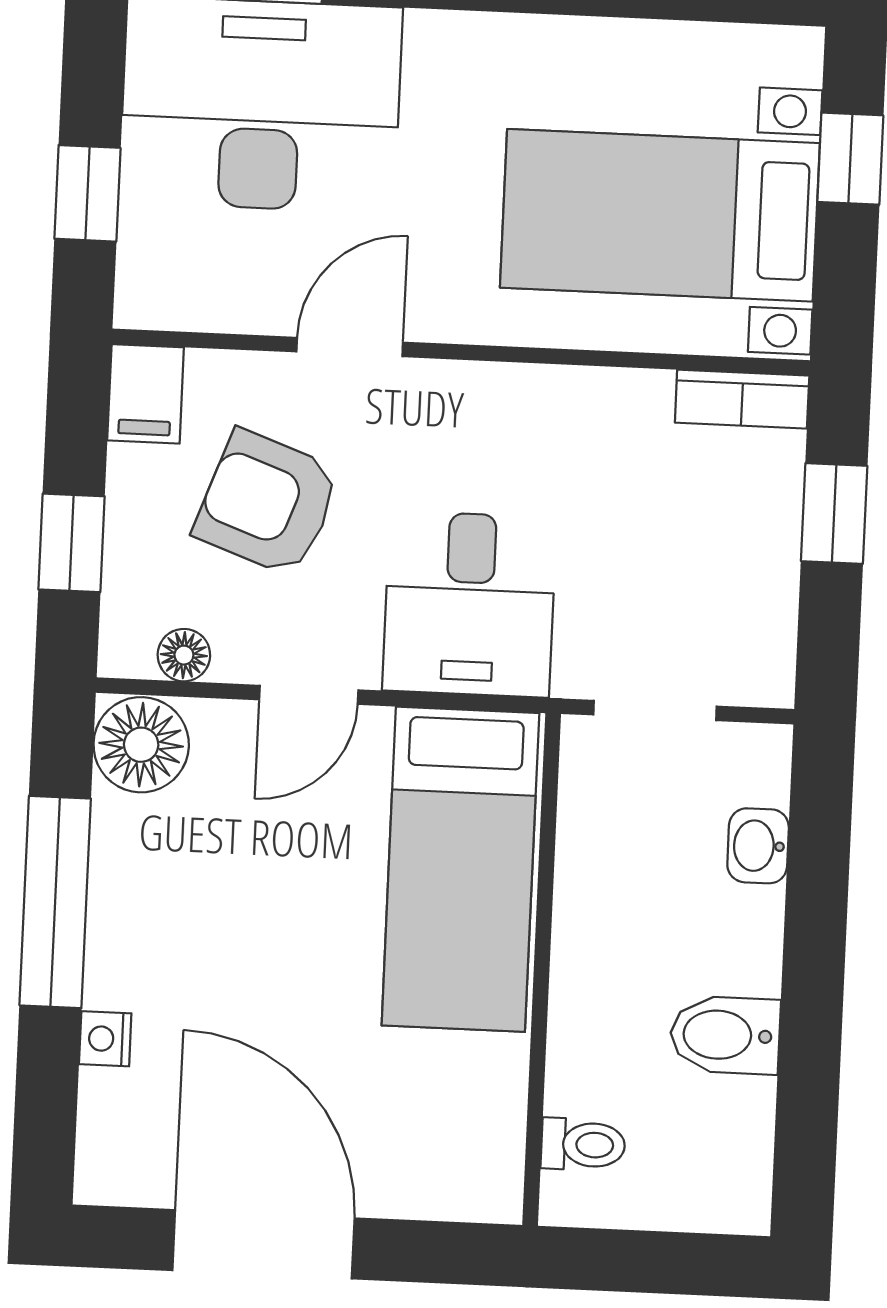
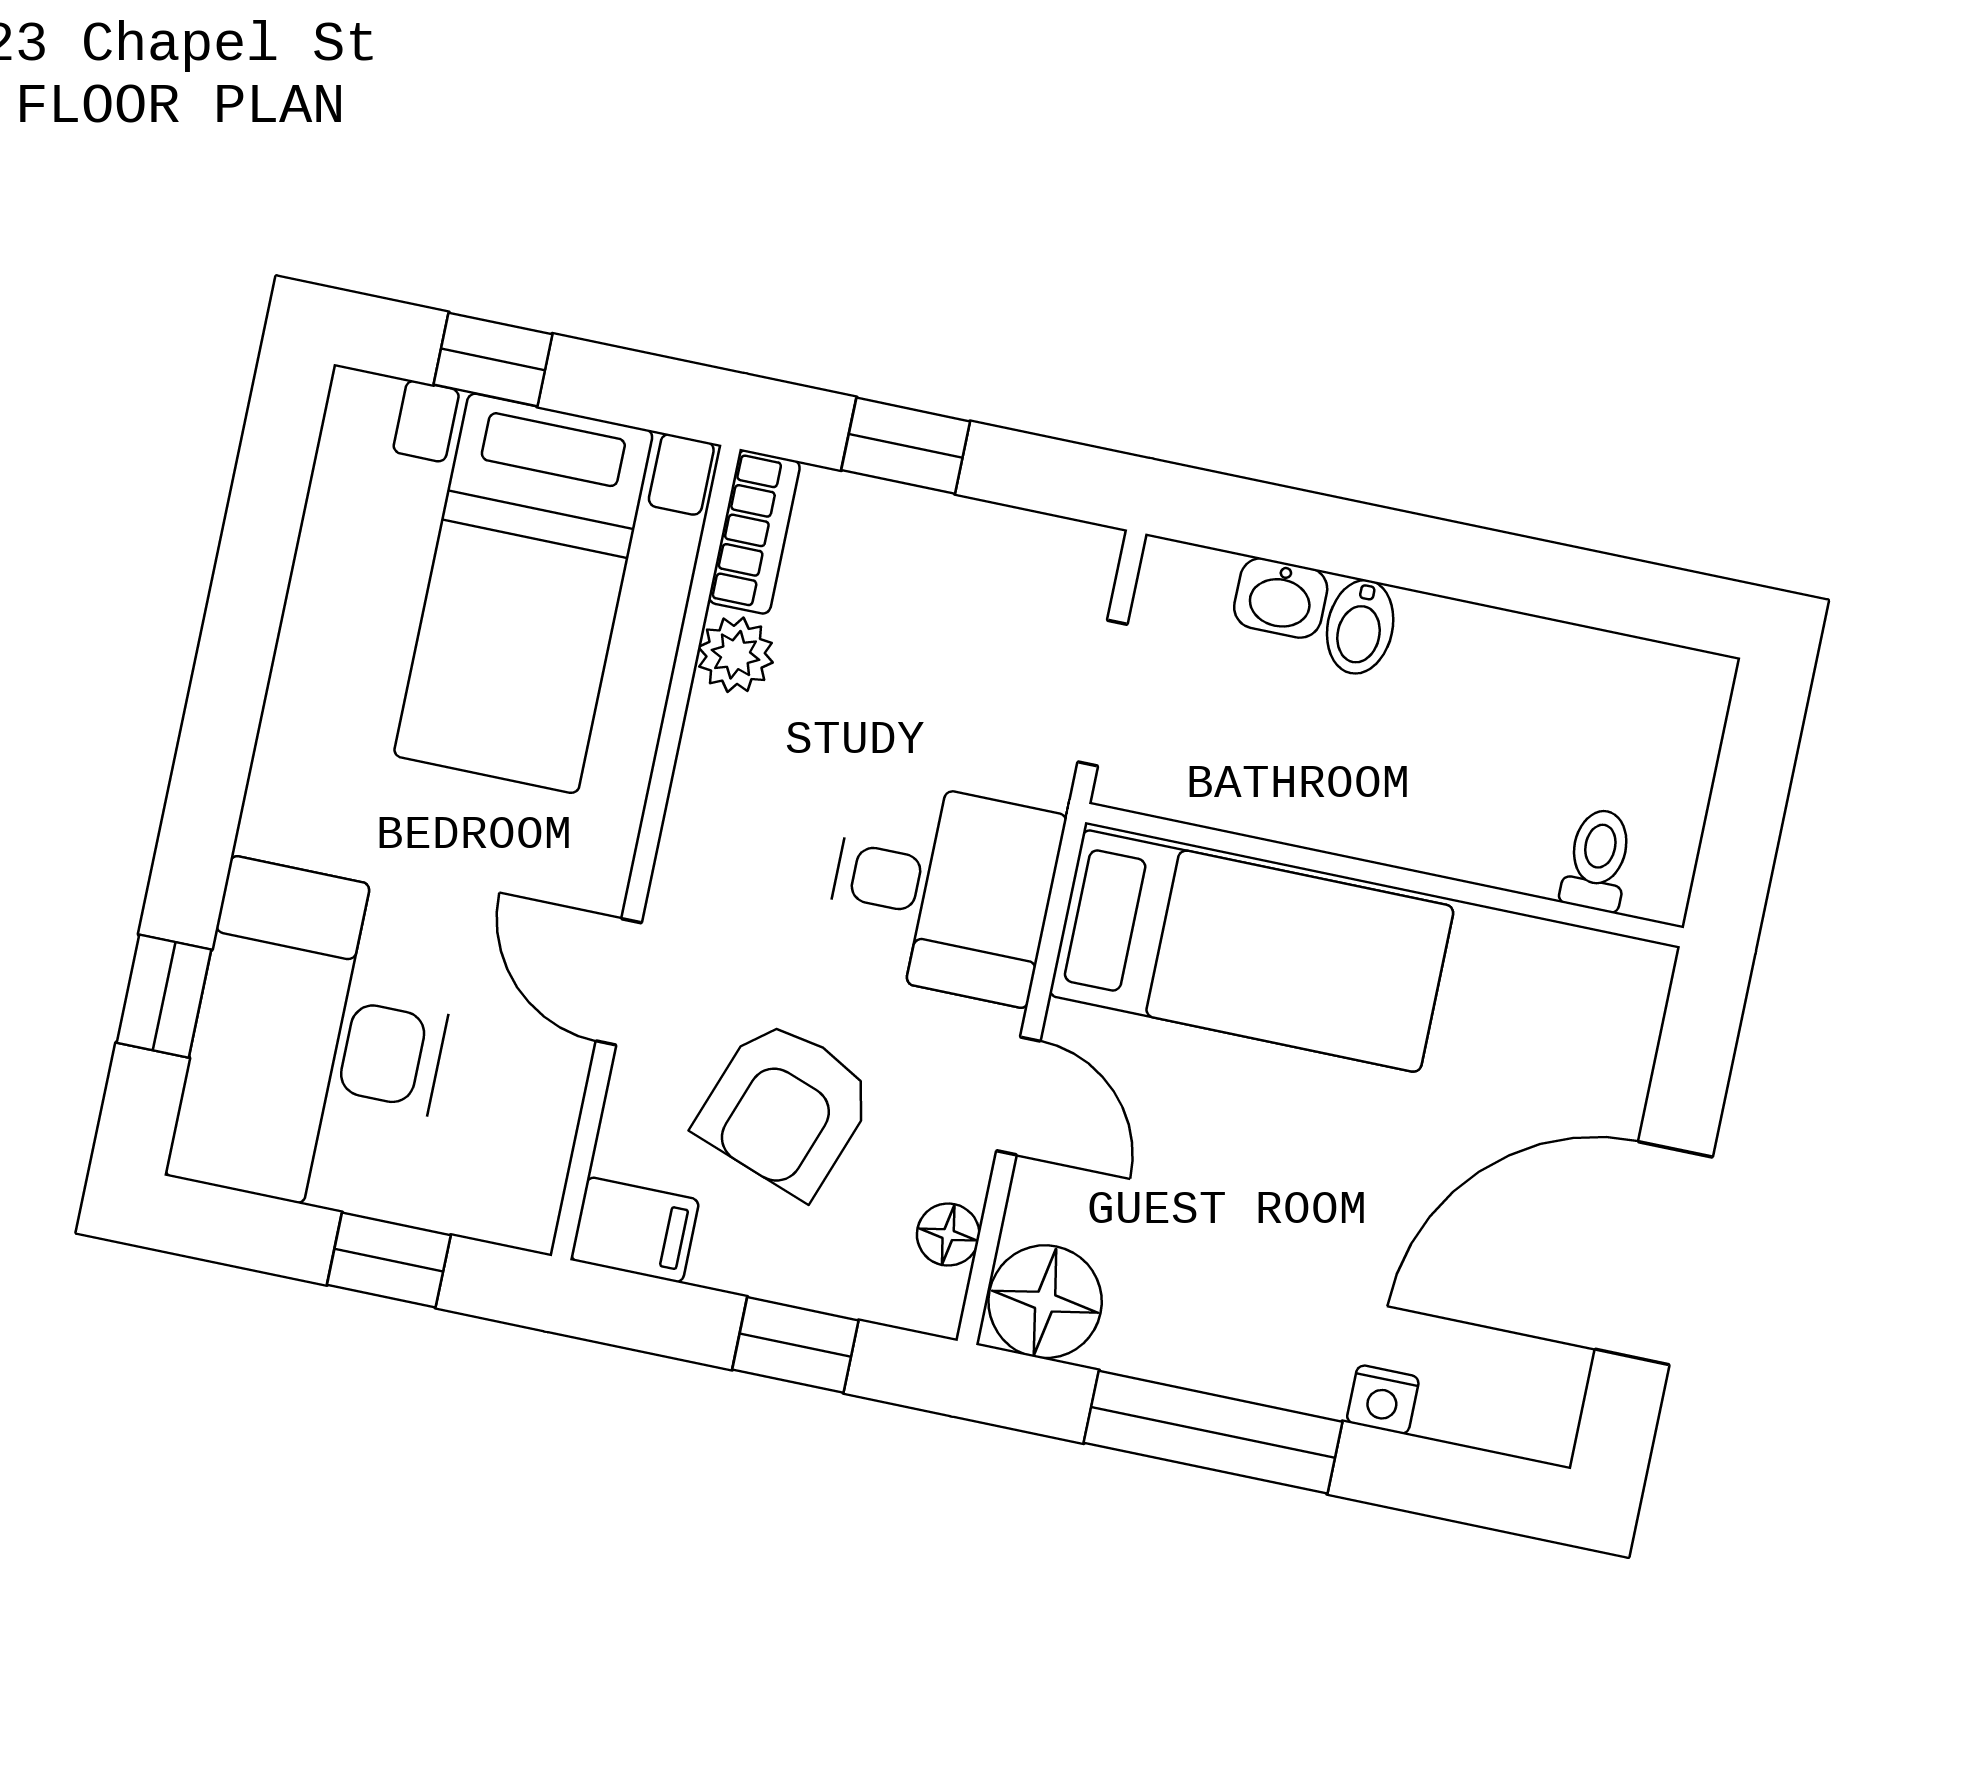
plant: (637, 400) -> (736, 655), added
bidet: (725, 1035) -> (1360, 627), moved, width x0.72, depth x0.74

